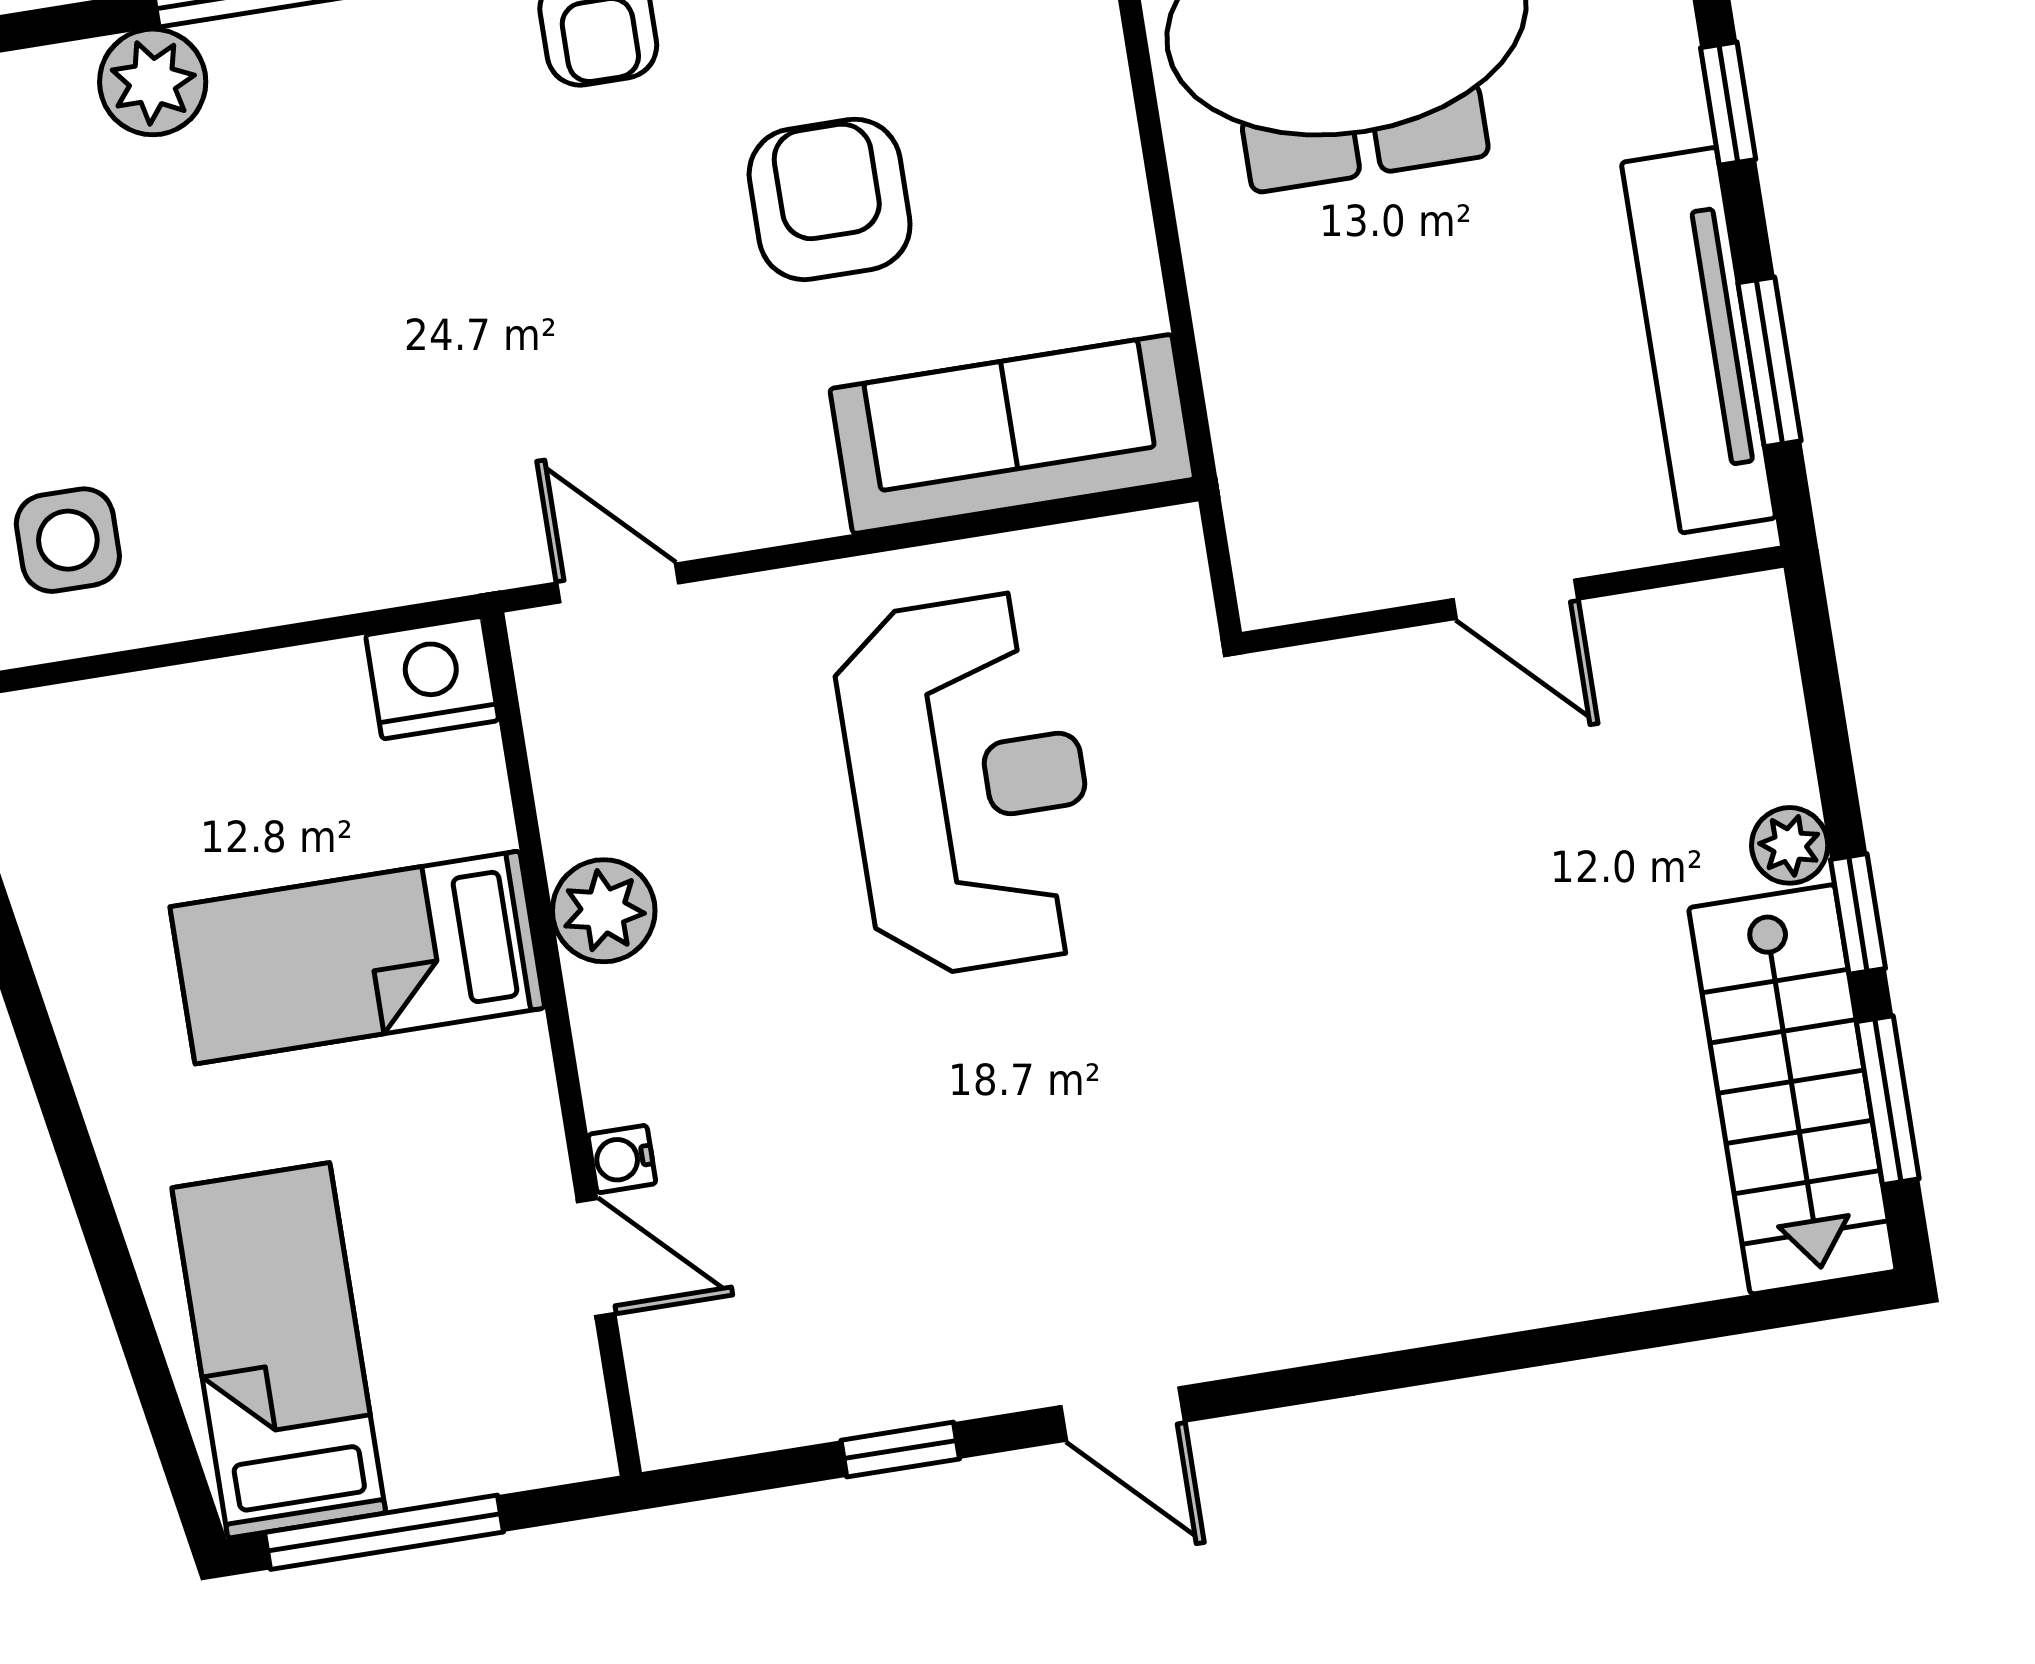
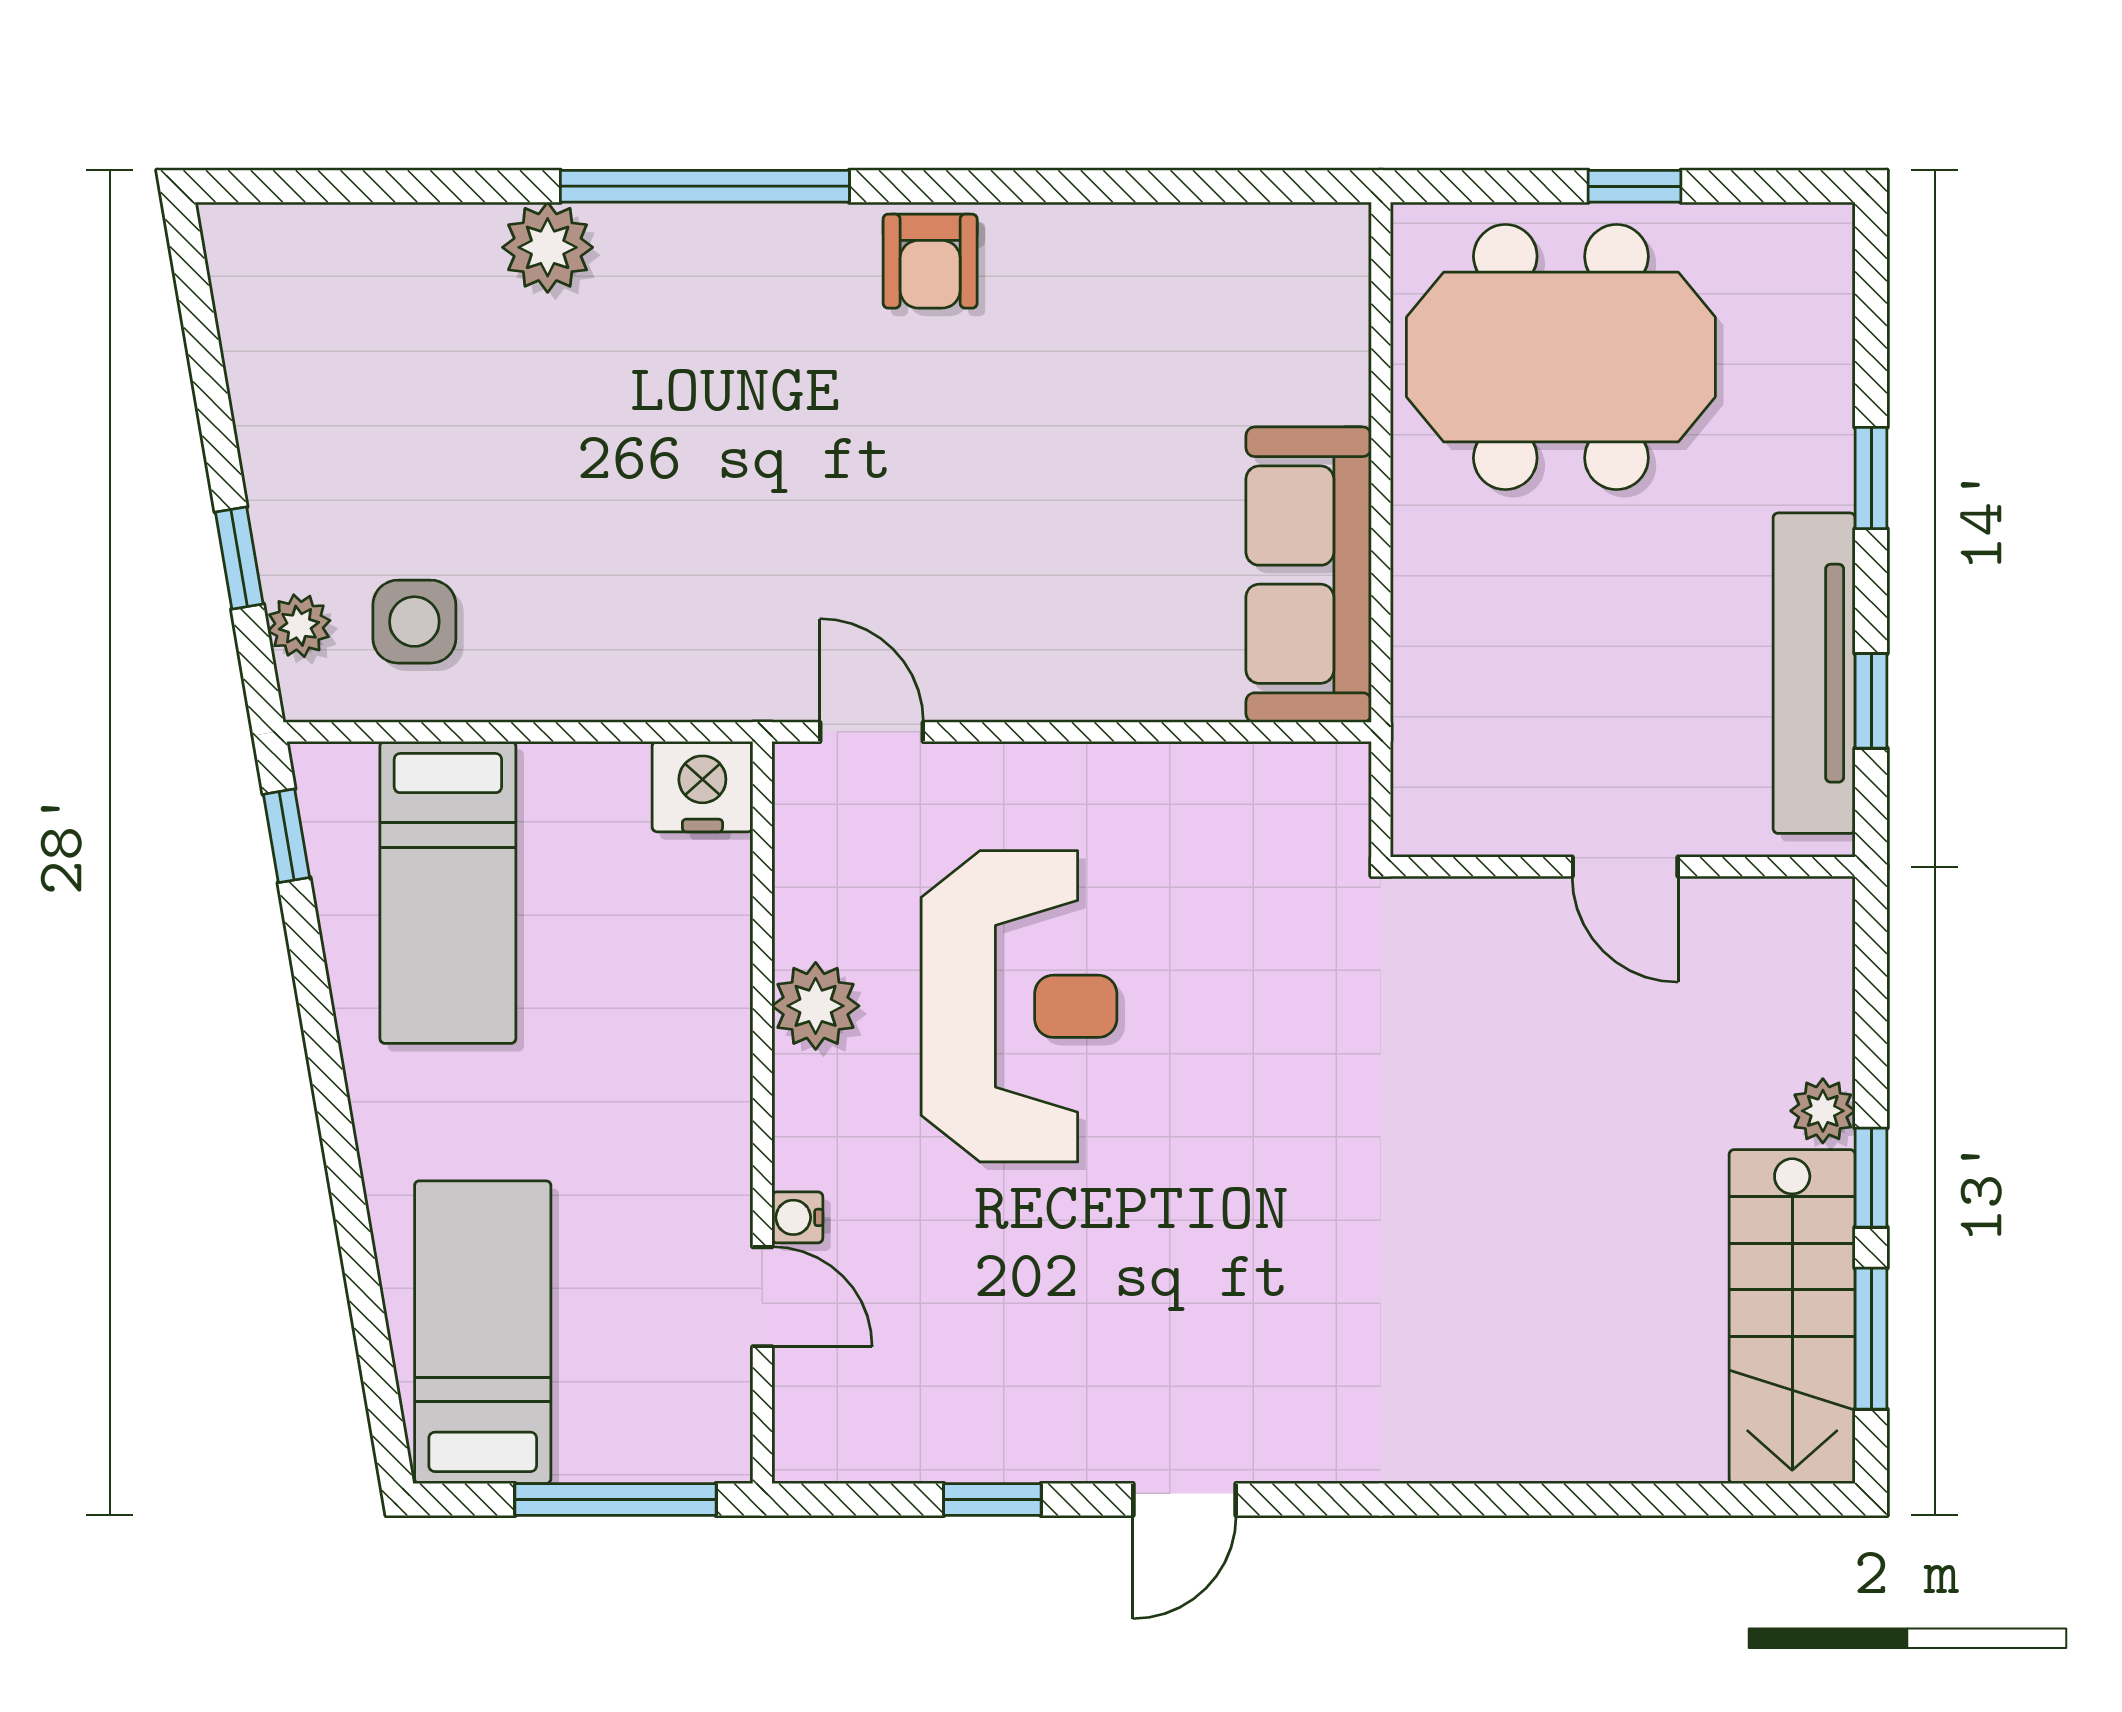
armchair: (830, 199) -> (1102, 437), removed
window: (1770, 362) -> (1871, 701), width x0.67
sofa: (1012, 434) -> (1309, 575), moved, turned -90
reception desk: (969, 784) -> (1019, 1006), moved
bed: (357, 957) -> (448, 892), moved, turned -90
door: (1123, 1414) -> (1185, 1500), hinge flipped
window: (384, 1532) -> (615, 1500), moved

